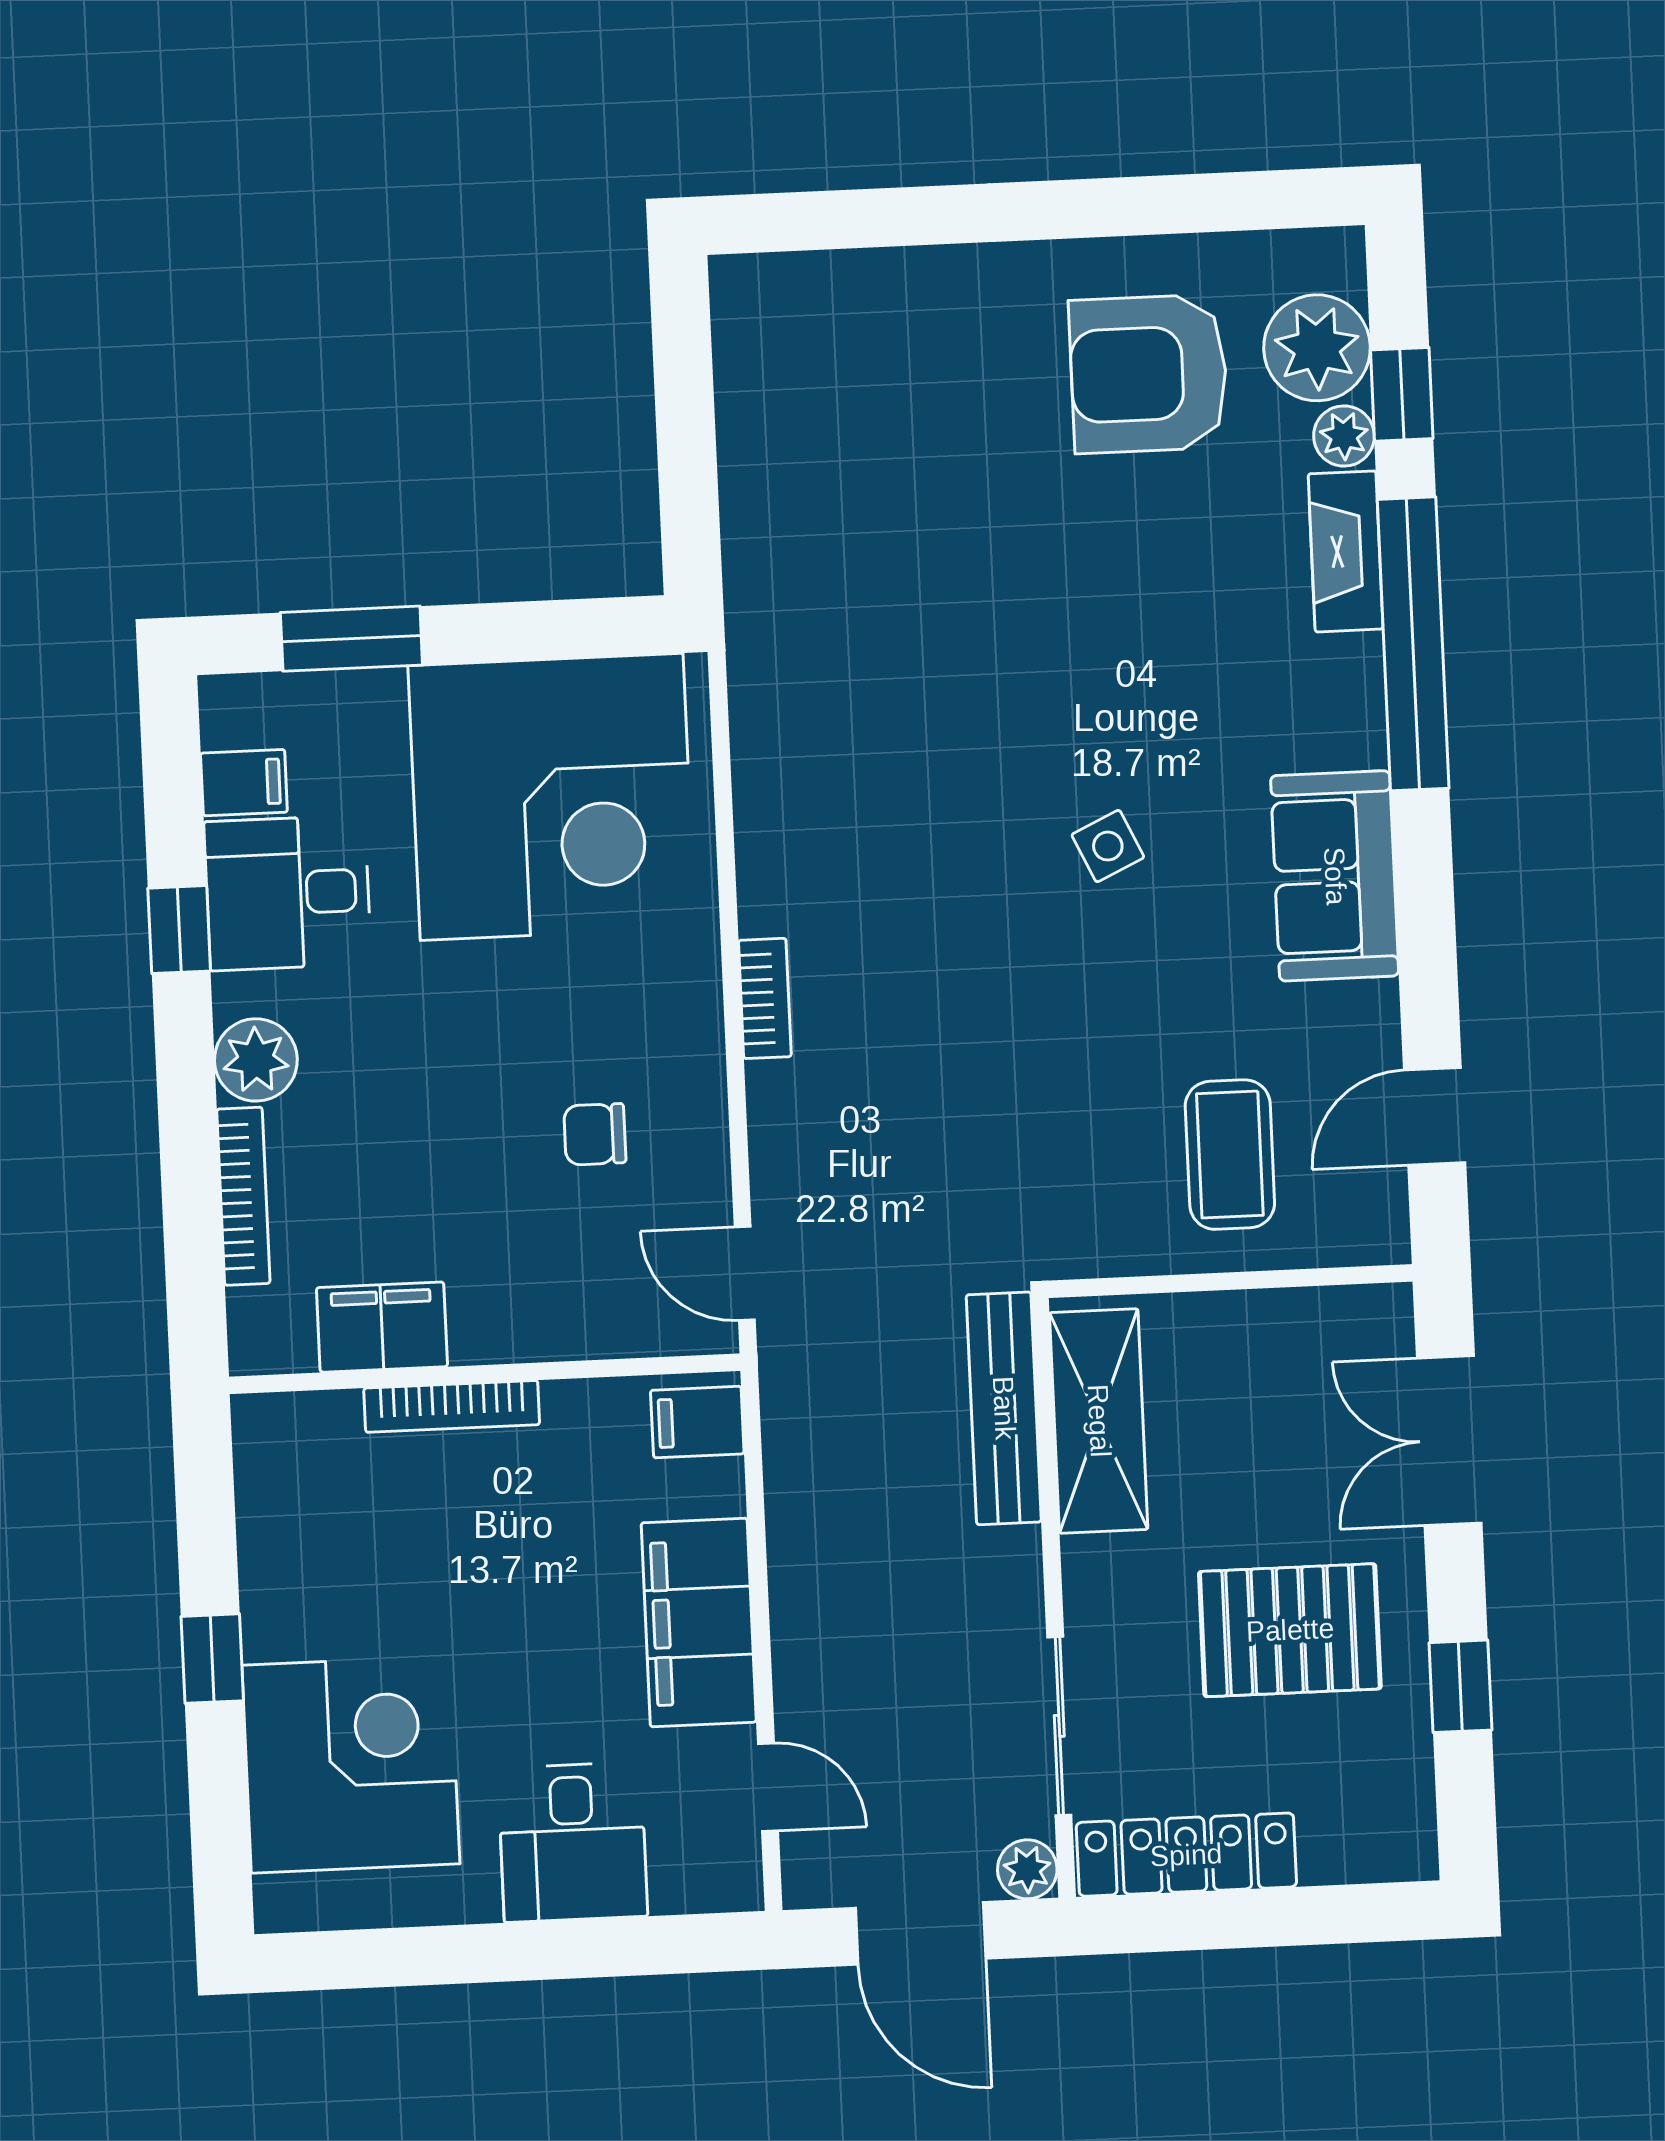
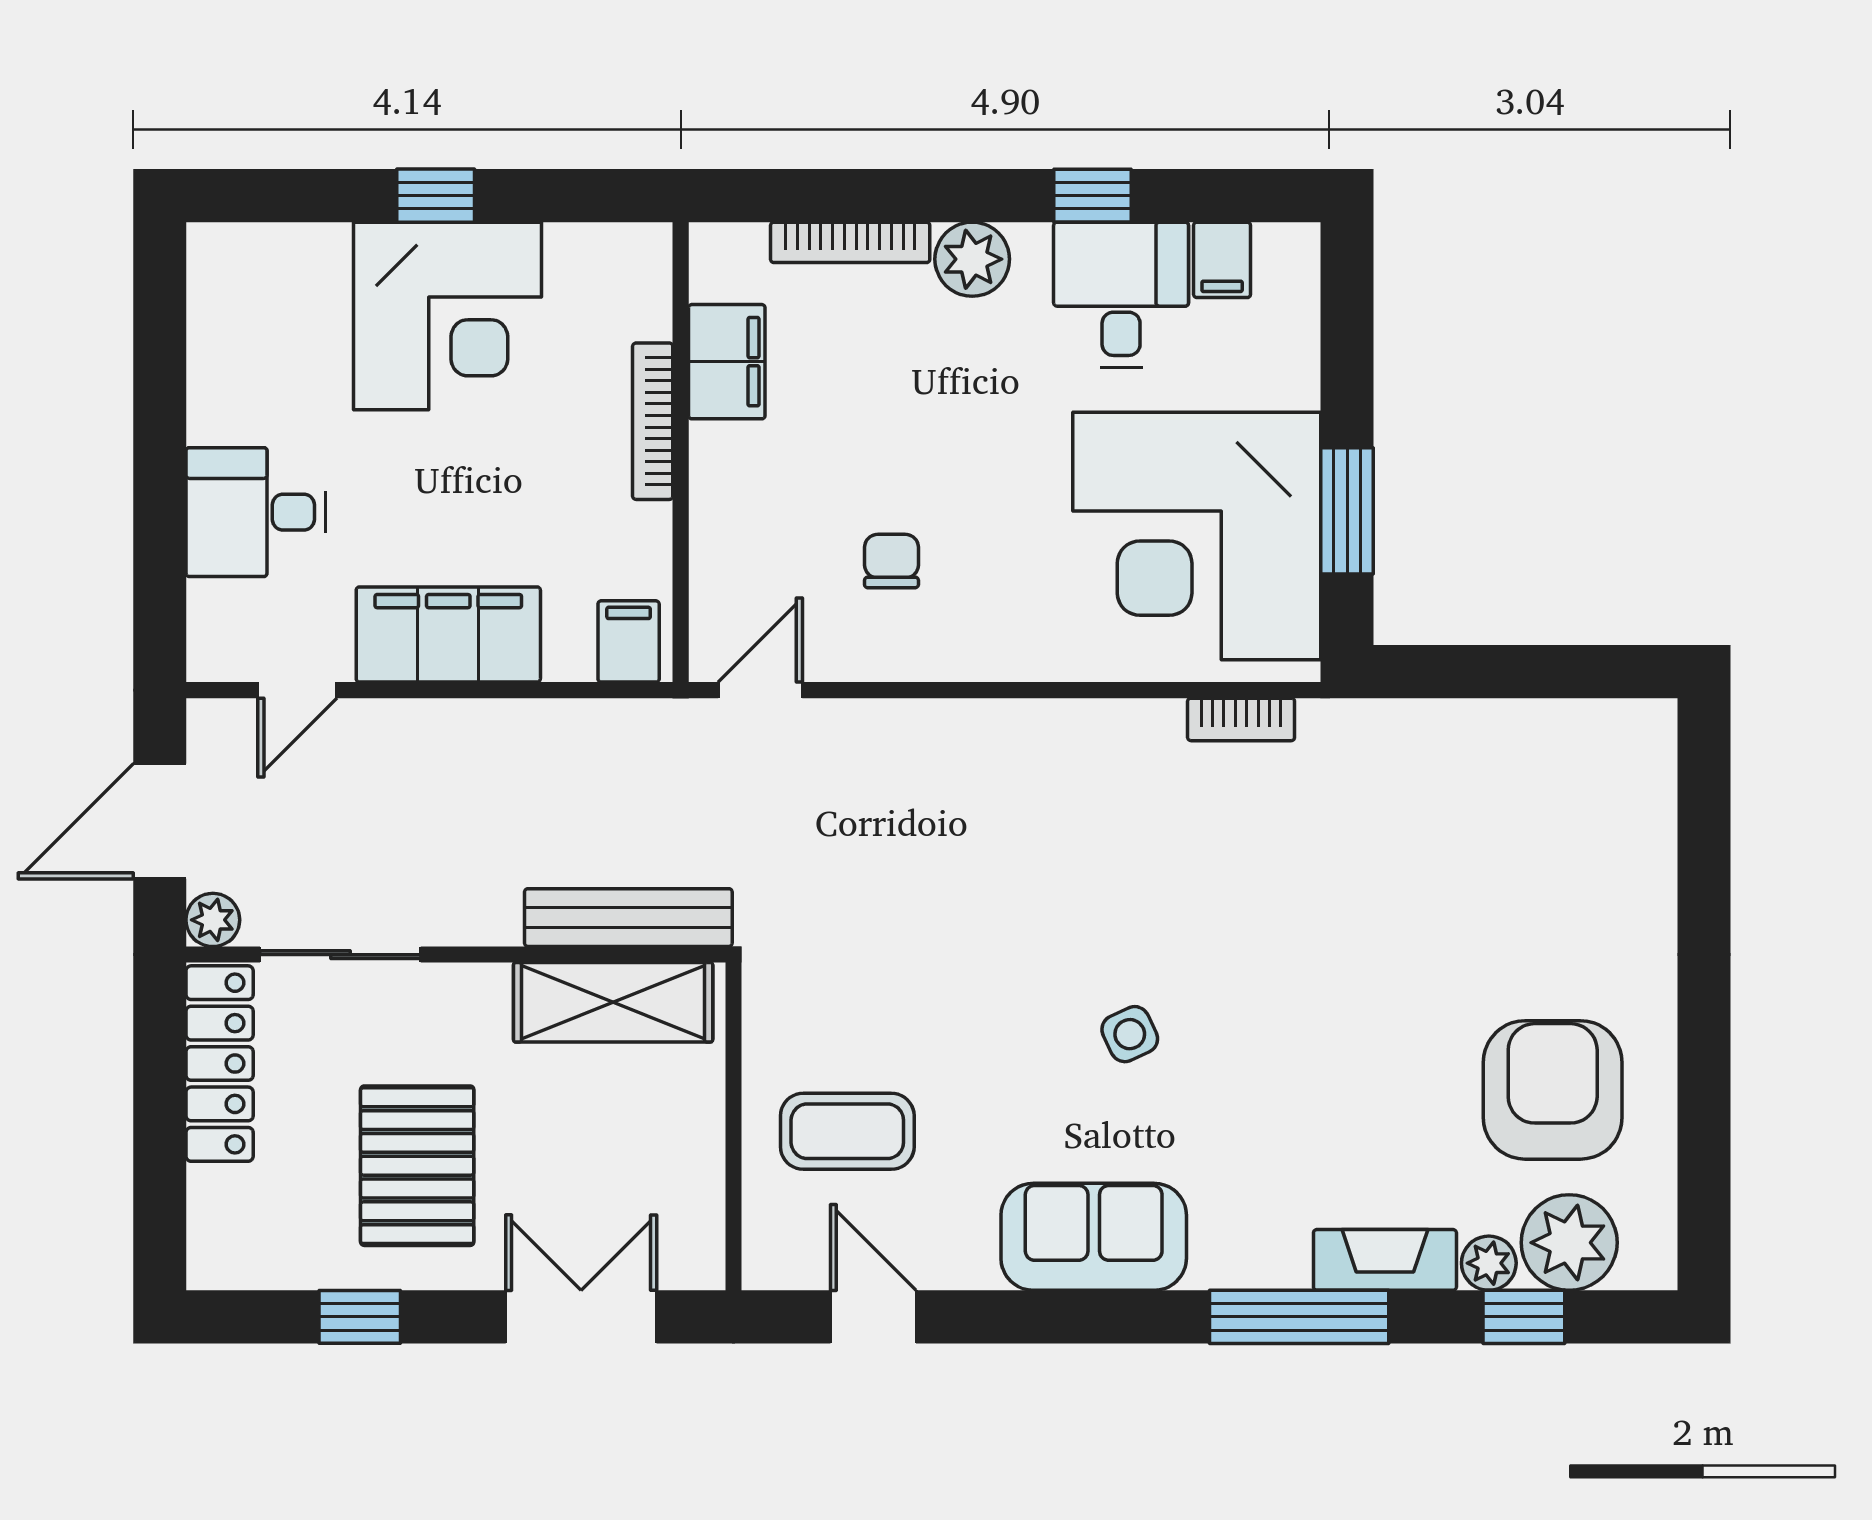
window: (351, 639) -> (1347, 511), moved
window: (1413, 644) -> (1299, 1317), width x0.68
bookcase: (765, 998) -> (1241, 719), moved
corner desk: (351, 1764) -> (447, 316), moved

